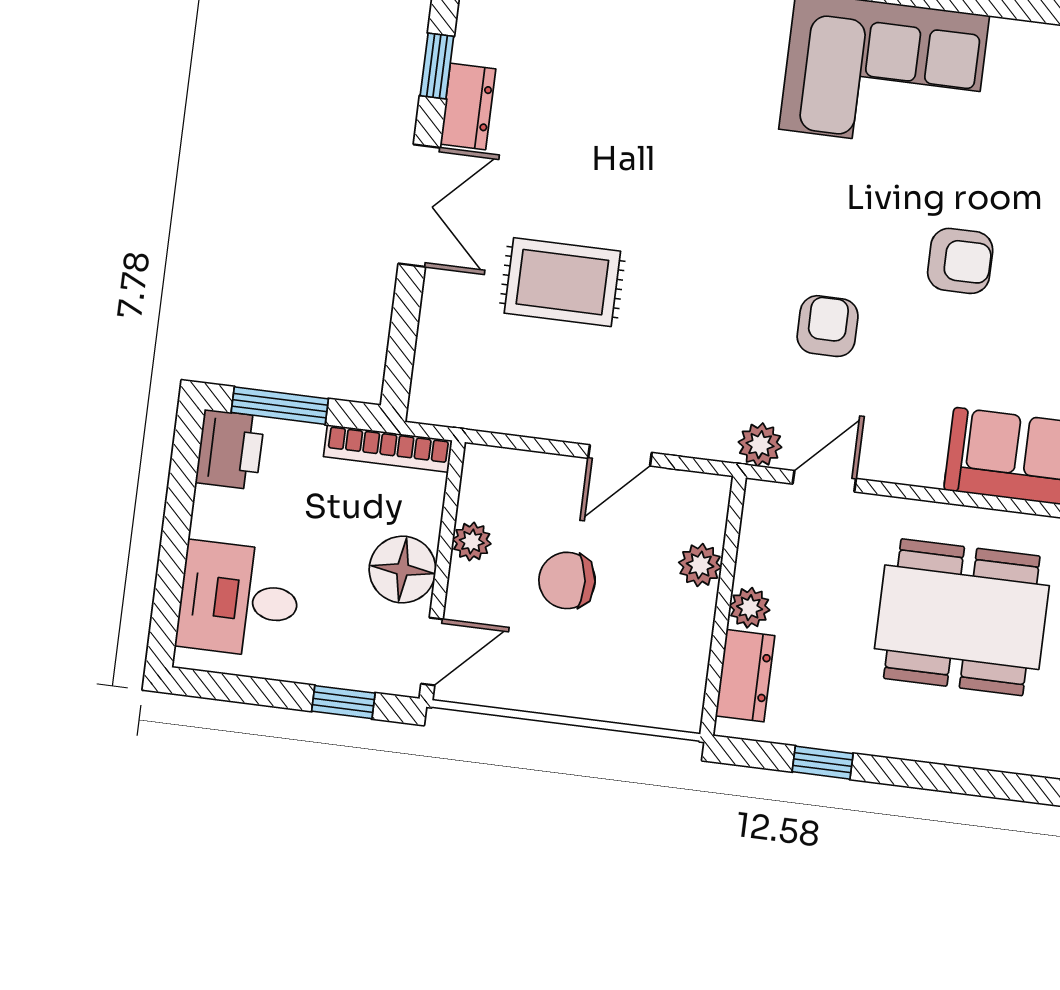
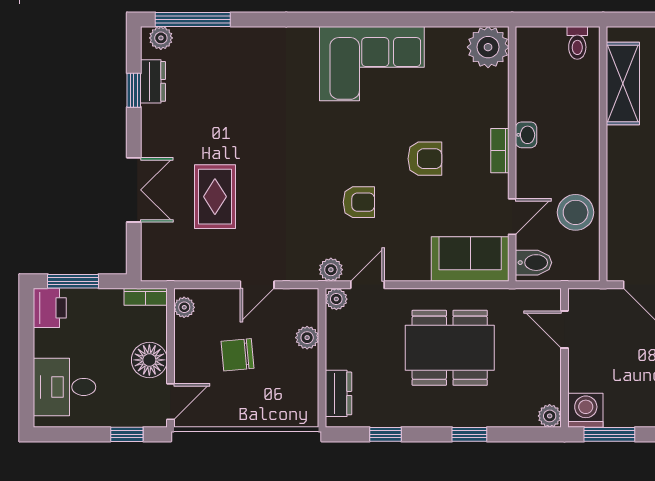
dresser: (468, 106) -> (153, 81), moved
double door: (419, 206) -> (134, 190), moved
rug: (562, 282) -> (215, 197), turned 90
armchair: (828, 326) -> (359, 202), turned 90
bookcase: (388, 449) -> (146, 297), width x0.64
plant: (472, 541) -> (184, 307), moved
plant: (750, 608) -> (336, 299), moved
window: (978, 782) -> (469, 434), added

